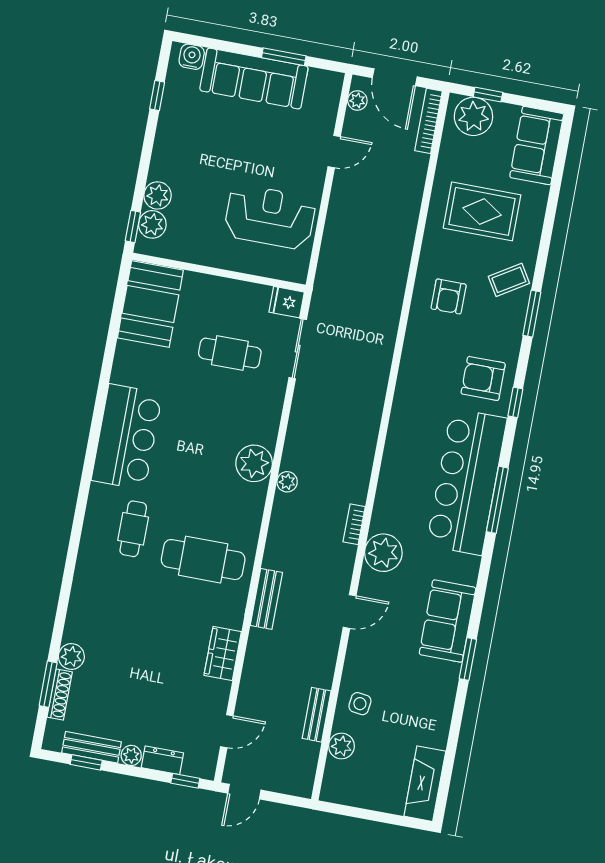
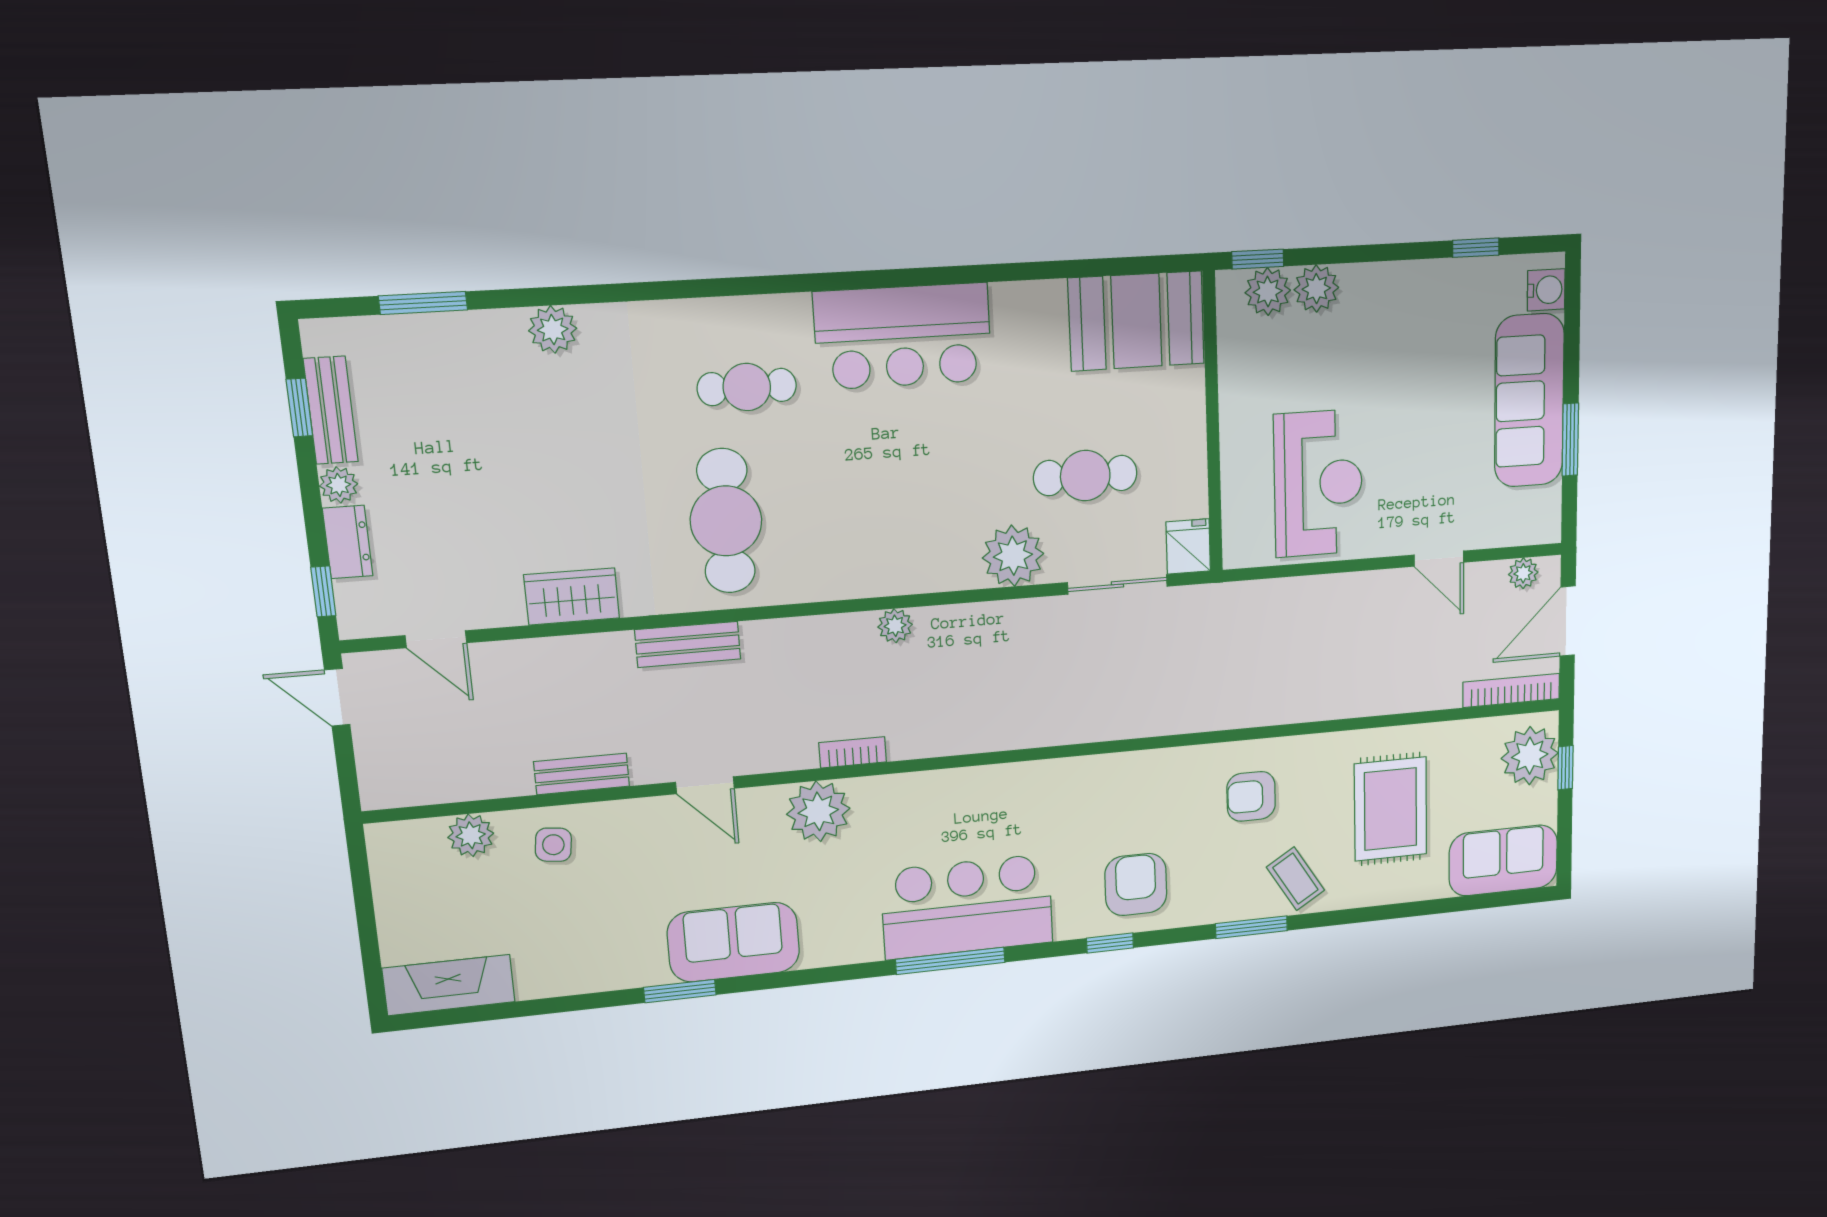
cafe table: (230, 353) -> (1085, 476), turned 90
plant: (254, 463) -> (1013, 556), moved
bar counter: (467, 482) -> (967, 907), width x0.73
plant: (71, 656) -> (553, 329), moved
shoe rack: (60, 694) -> (410, 329), removed
bench: (317, 715) -> (582, 774), moved

